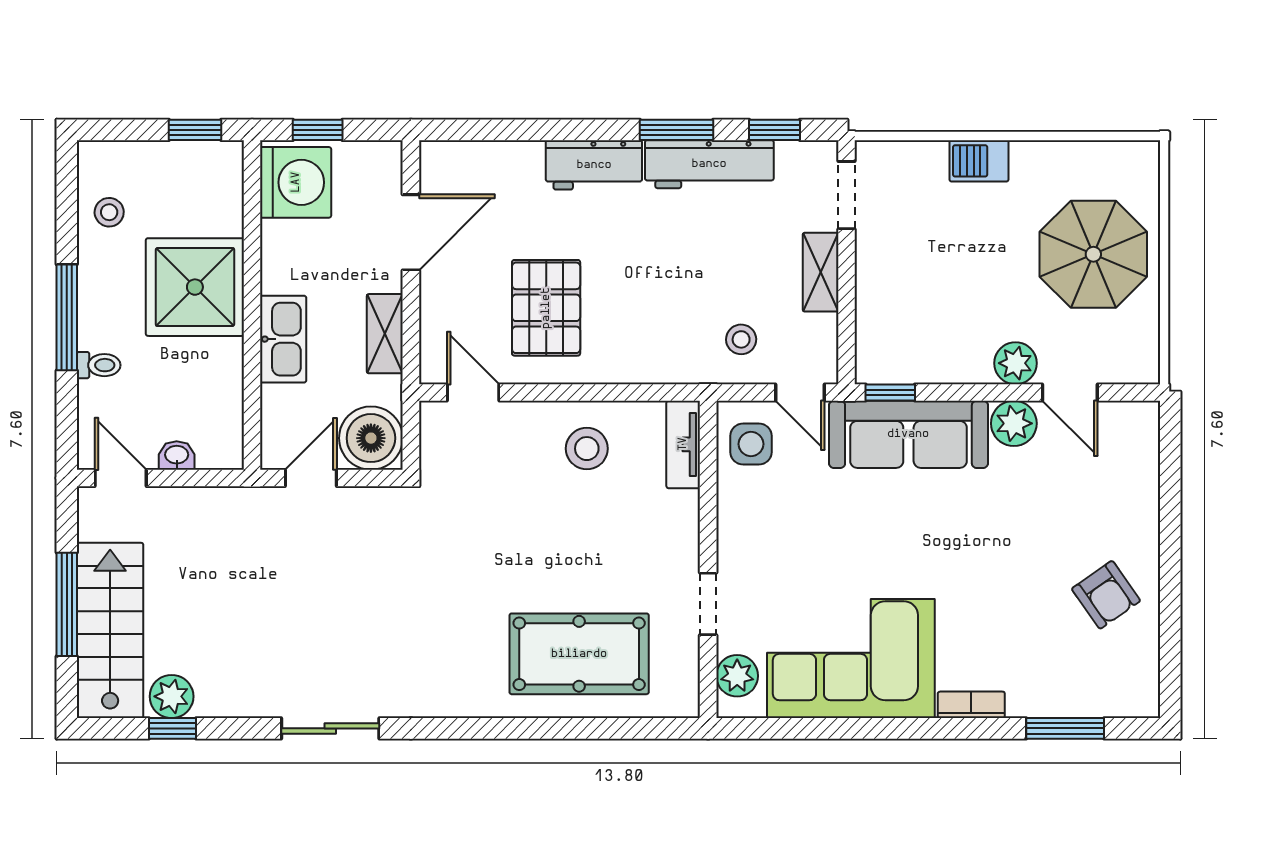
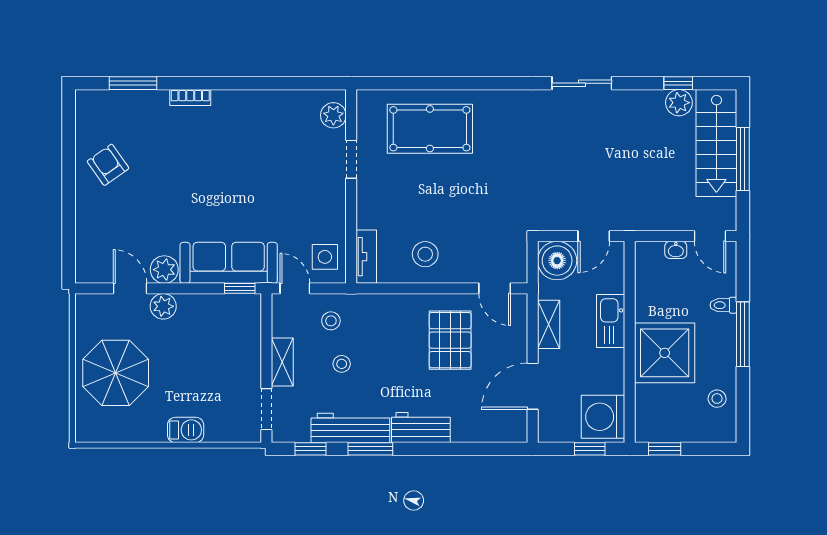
stool: (724, 269) -> (342, 364), added
corner sofa: (851, 659) -> (264, 126), removed

